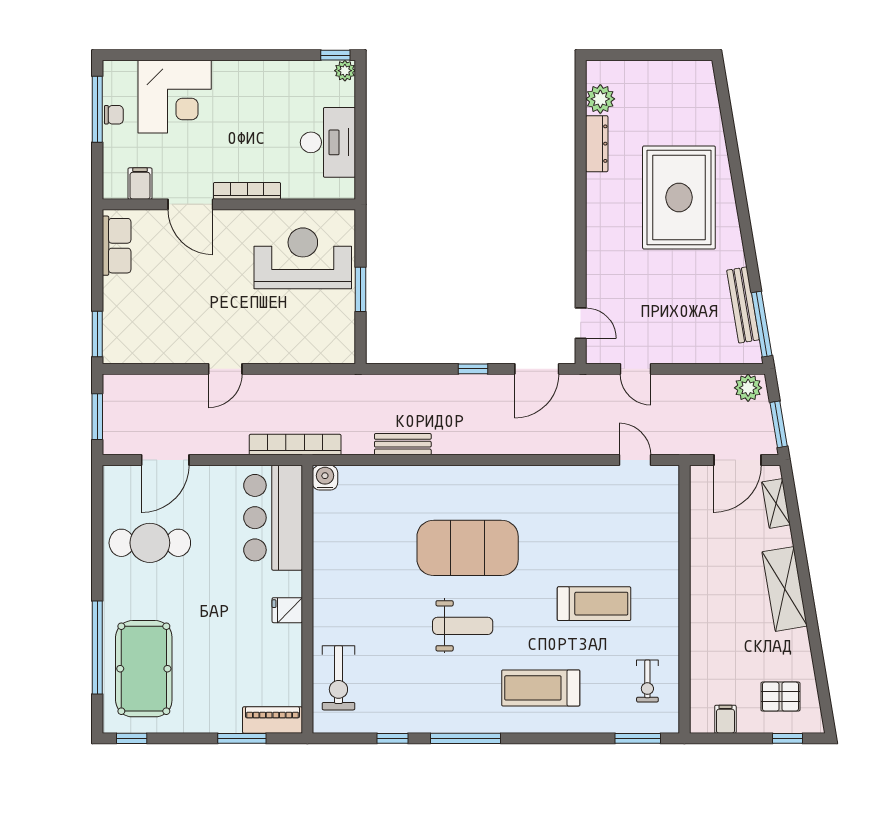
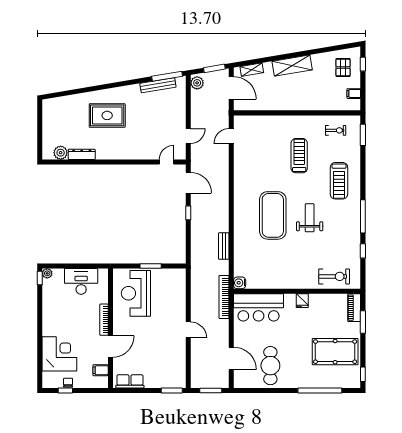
window: (97, 109) -> (65, 390), width x0.46
rug: (679, 197) -> (107, 115), width x0.73, depth x0.69
pool table: (144, 669) -> (335, 352), moved

